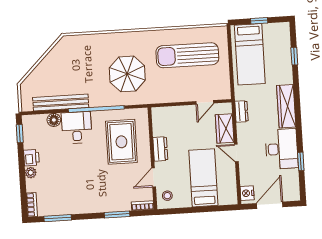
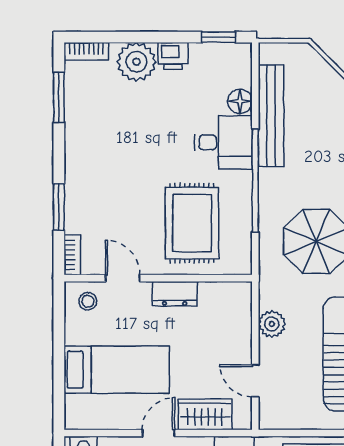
plant: (173, 95) -> (272, 324), added
rug: (121, 142) -> (192, 223), turned 90
plant: (31, 173) -> (137, 62), width x1.88, depth x1.88

